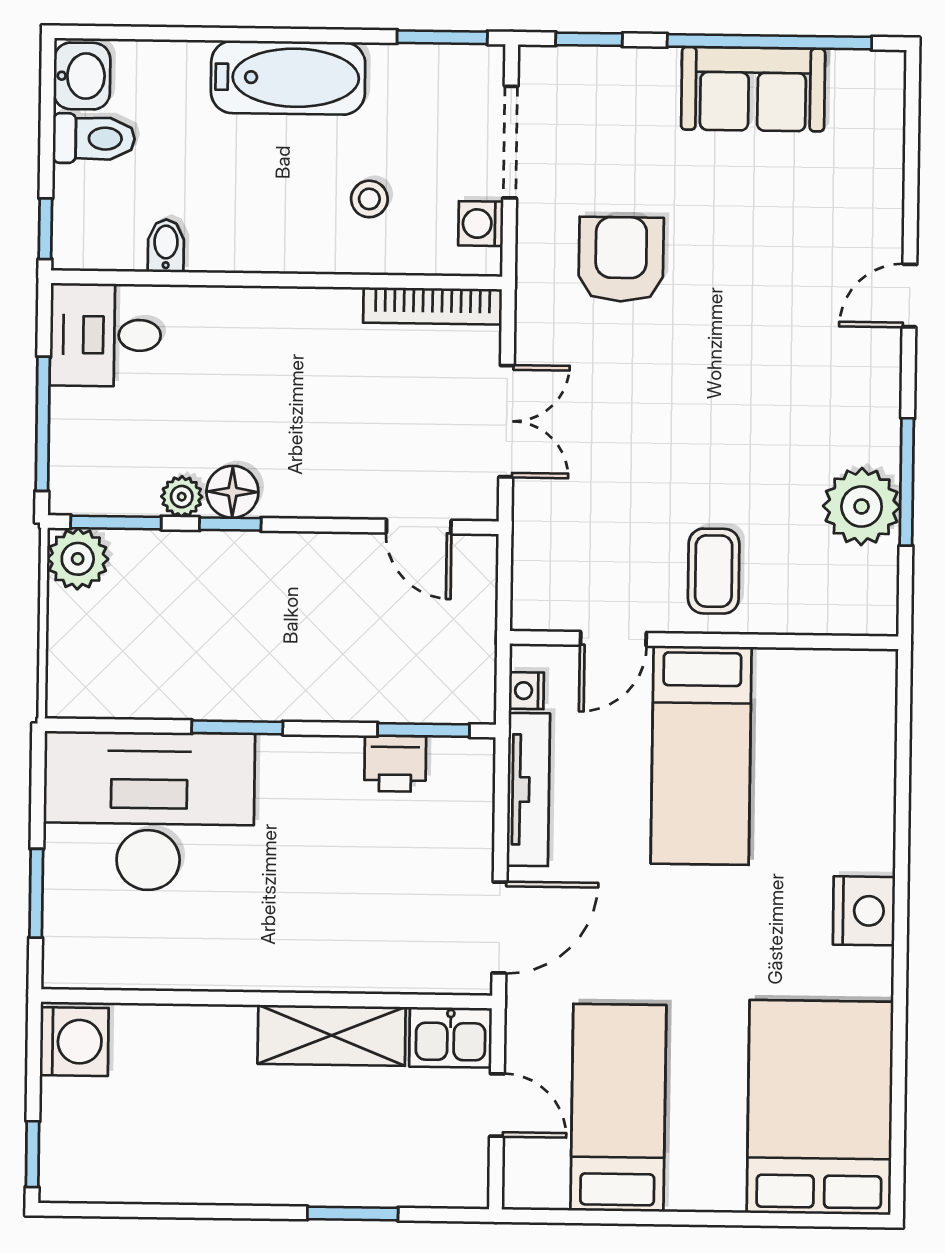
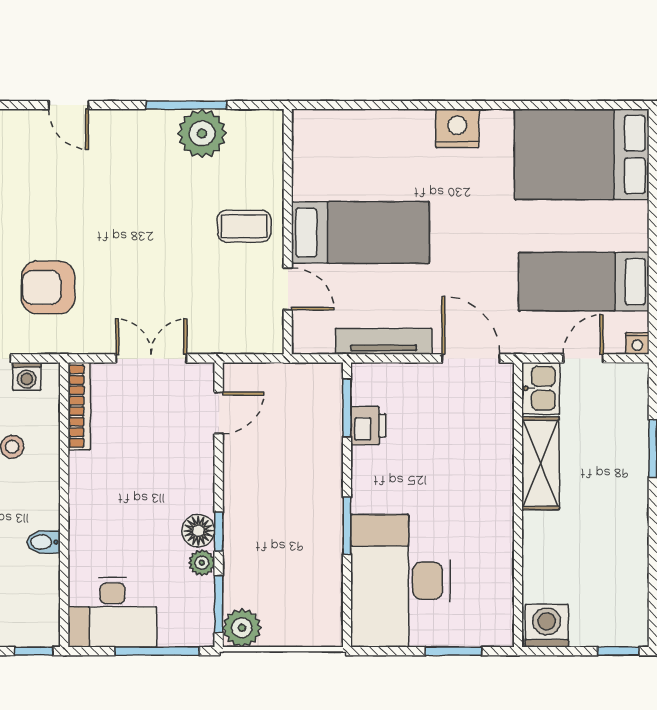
bidet: (166, 246) -> (44, 542), moved
desk: (105, 335) -> (112, 612), width x1.37
nightstand: (526, 691) -> (637, 343), moved

